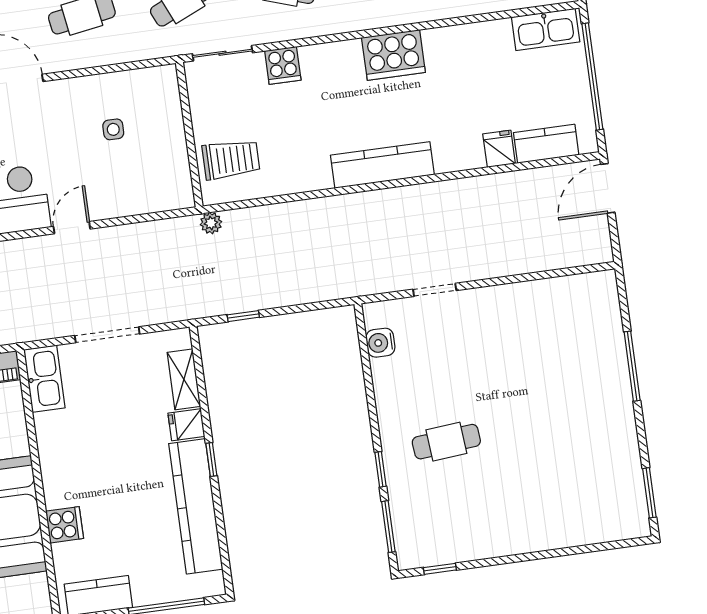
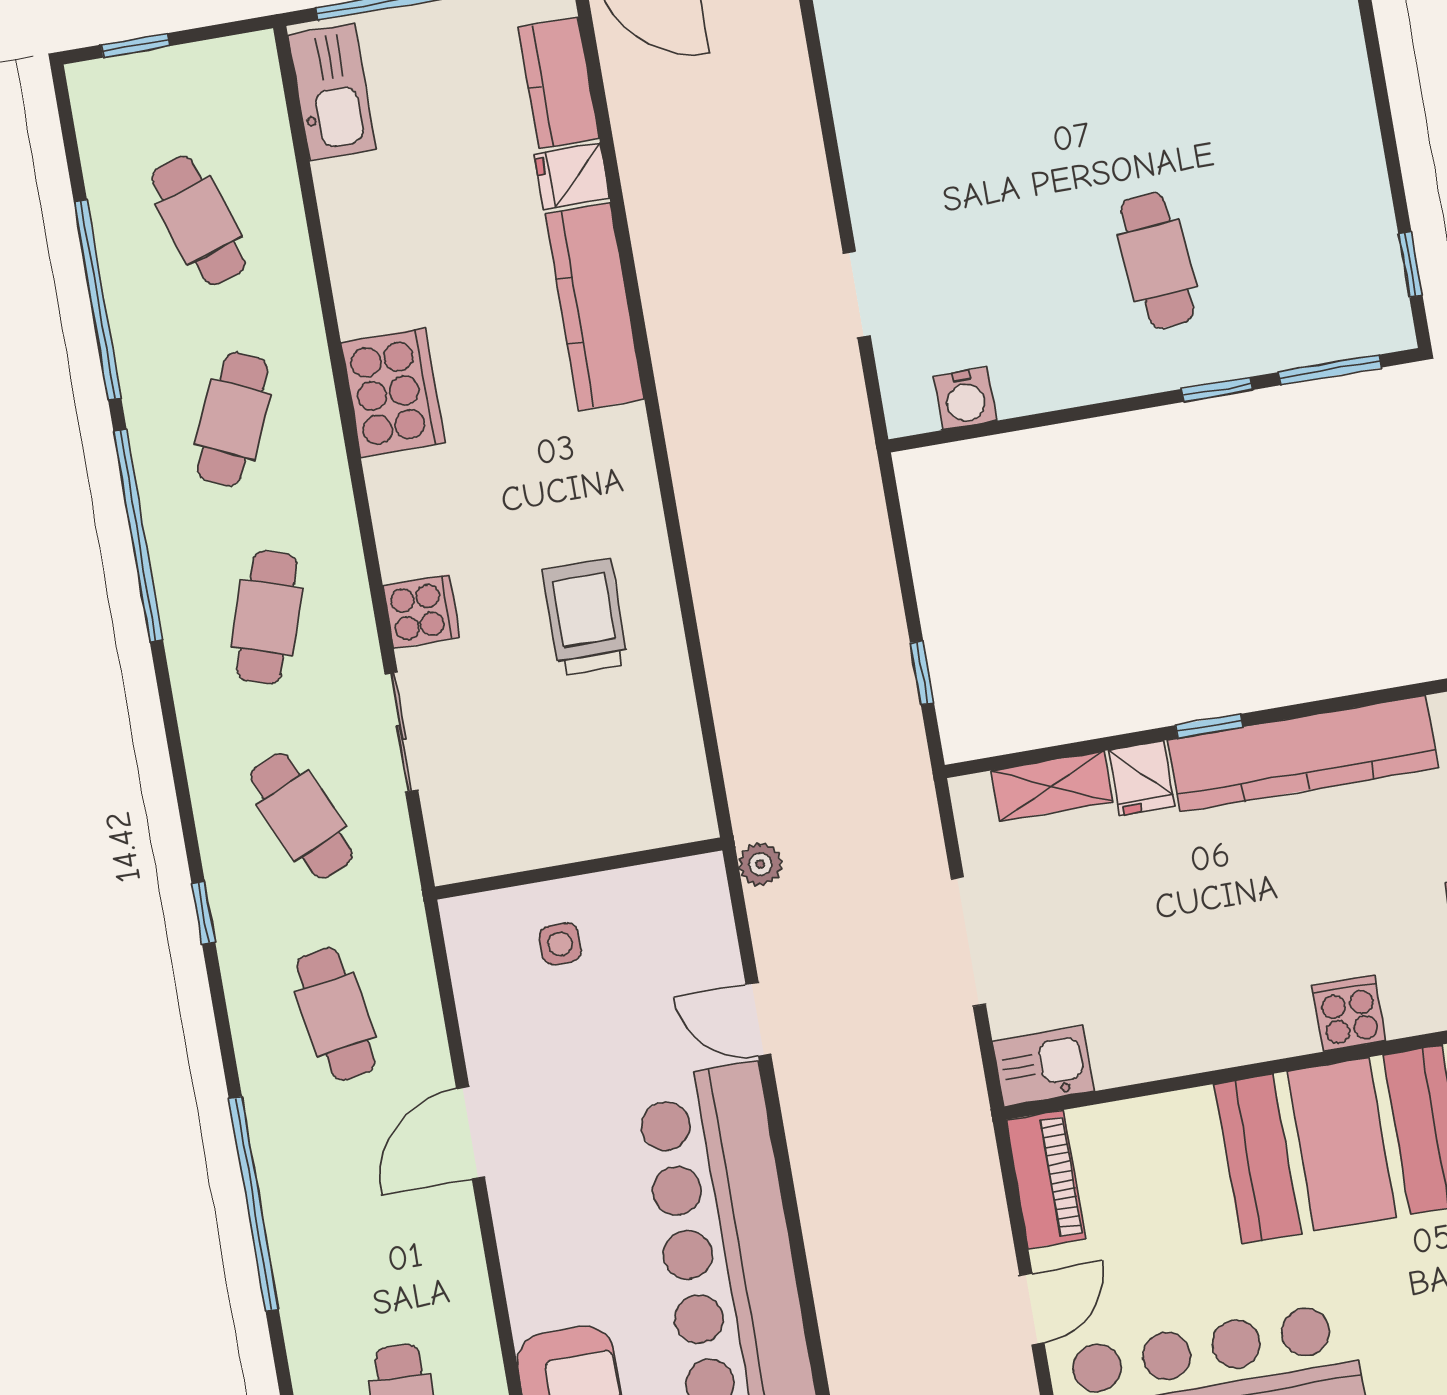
wall: (189, 135) -> (579, 868), moved
trolley: (231, 159) -> (585, 617), moved
kitchen counter: (382, 165) -> (595, 306), moved
plant: (211, 223) -> (760, 864), moved
kitchen sink: (44, 379) -> (1043, 1066), width x0.73

